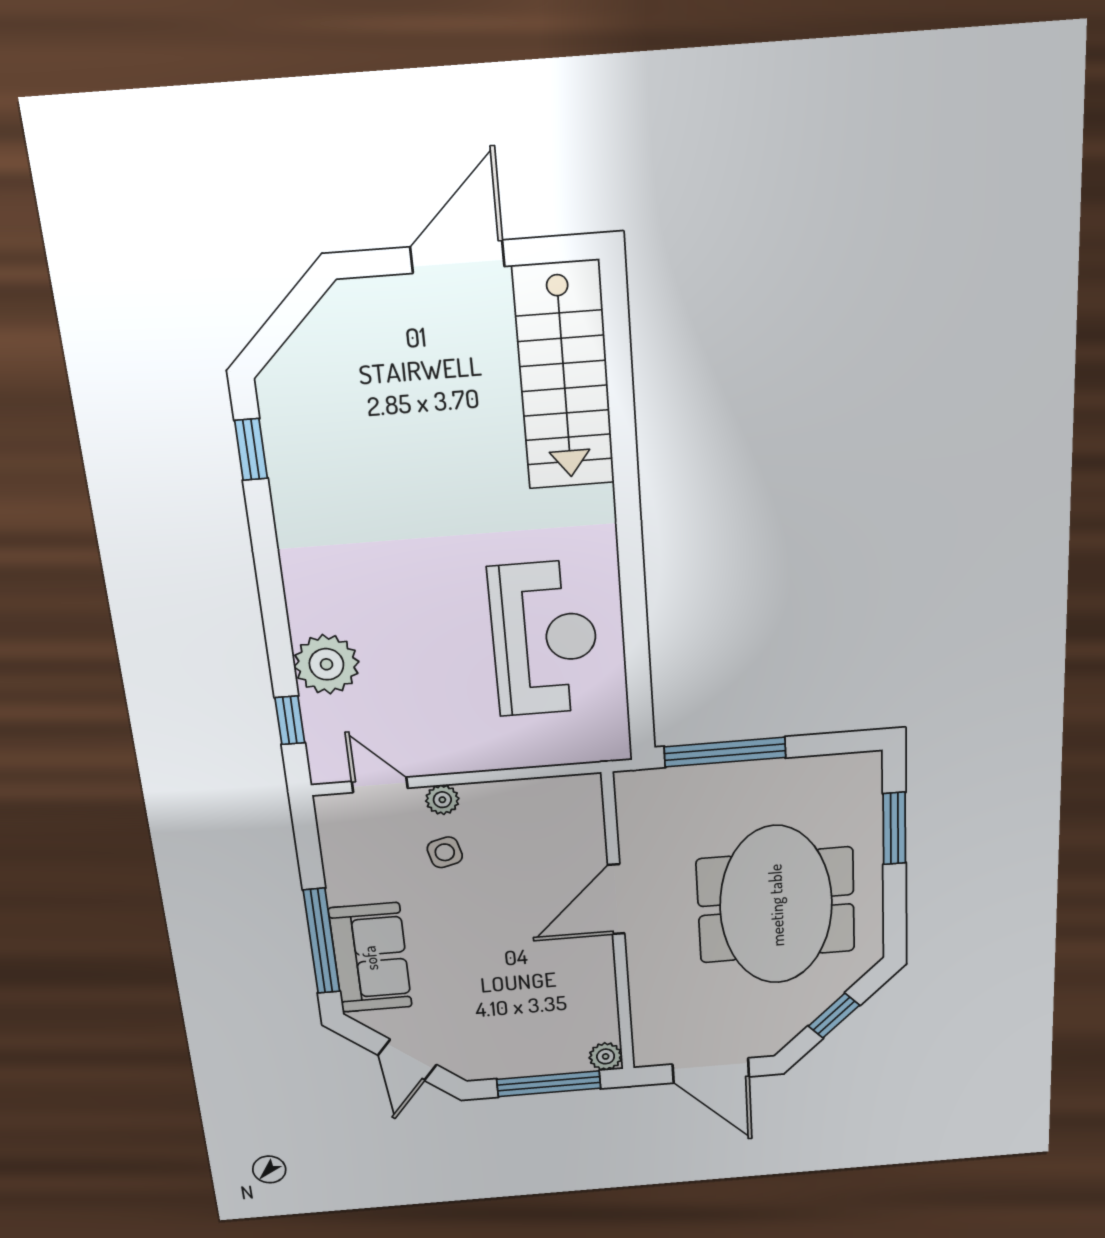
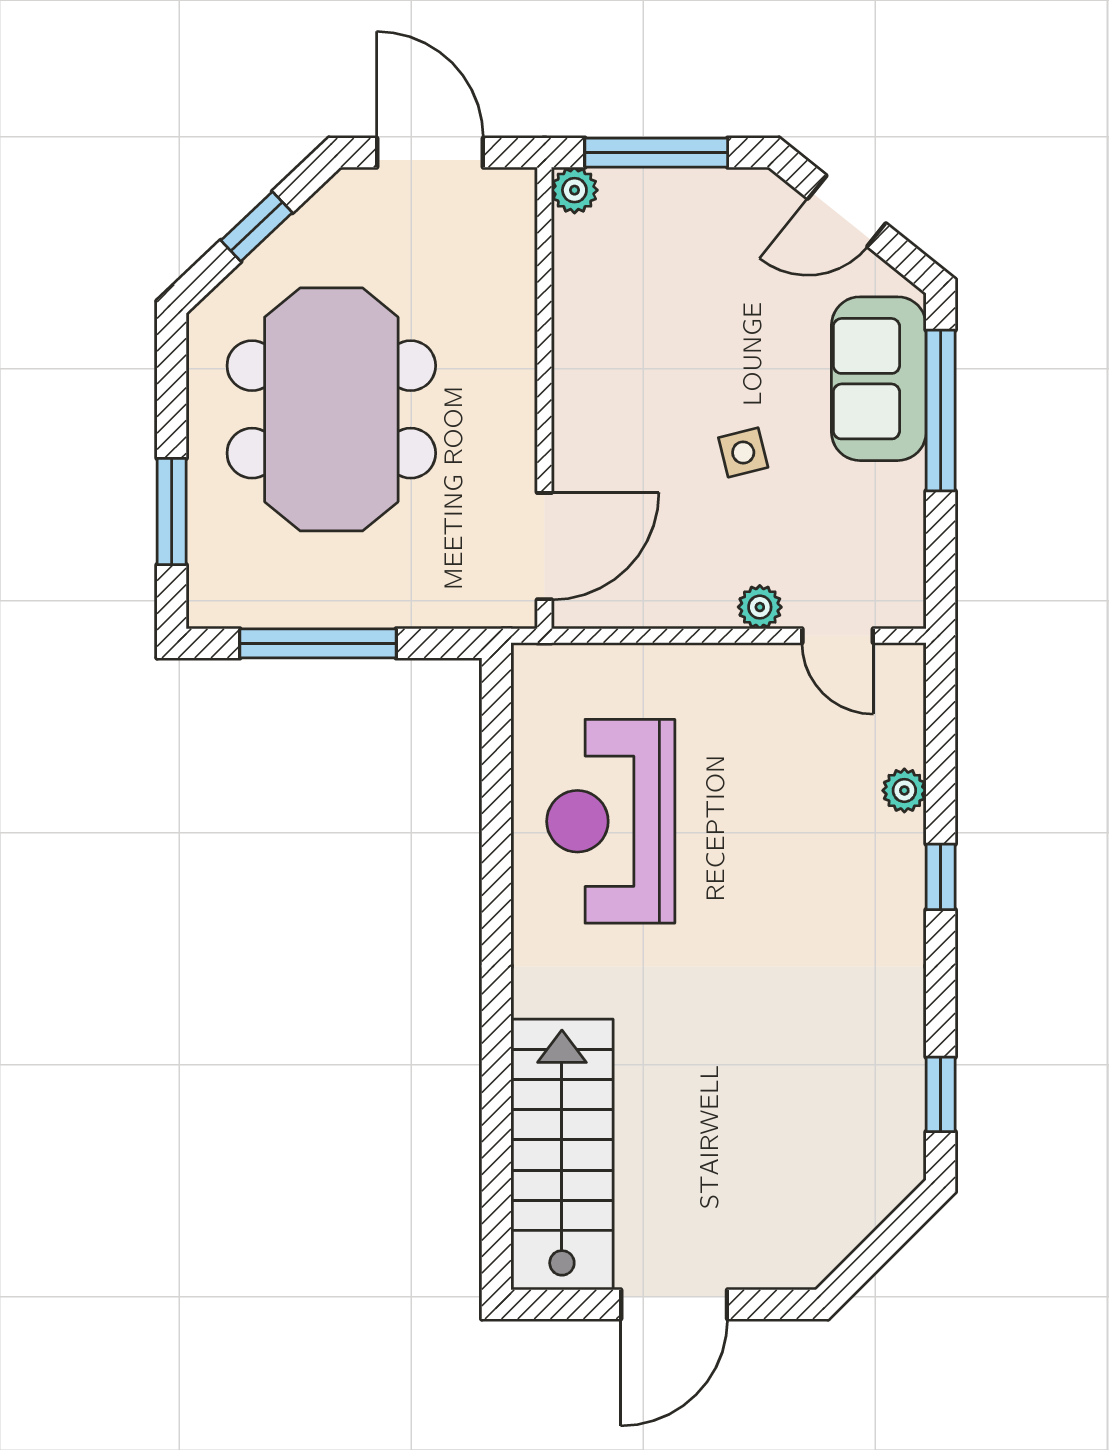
plant: (326, 664) -> (904, 790), width x0.53, depth x0.53
window: (290, 720) -> (941, 877), moved
window: (725, 752) -> (318, 643), moved
side table: (445, 852) -> (743, 452), moved
door: (616, 899) -> (544, 546), moved
door: (407, 1060) -> (847, 211), swing flipped

